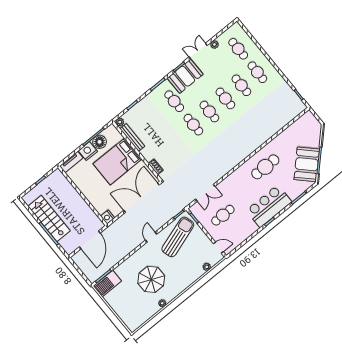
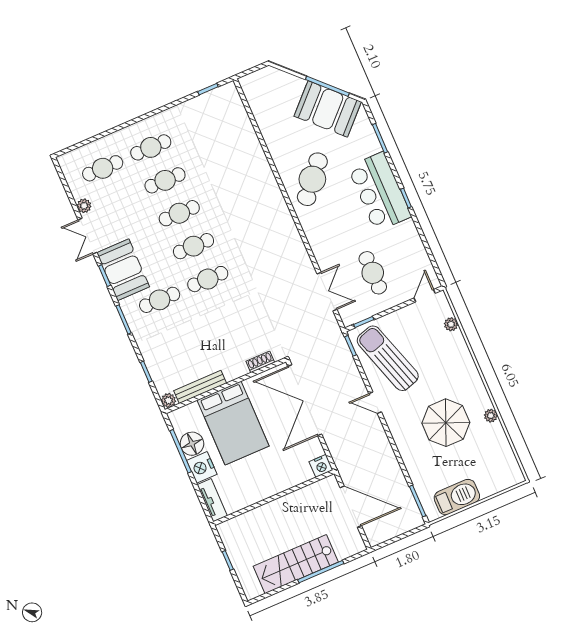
cafe table: (265, 167) -> (312, 179), turned 41
barbecue: (107, 284) -> (457, 497), moved, turned -90

